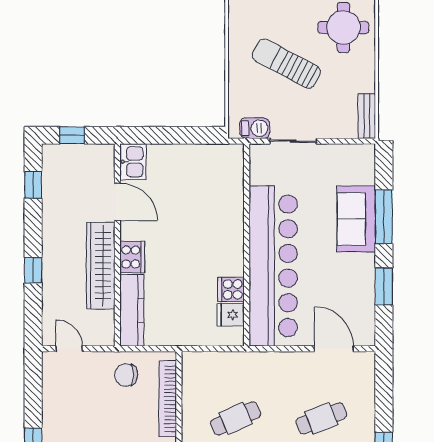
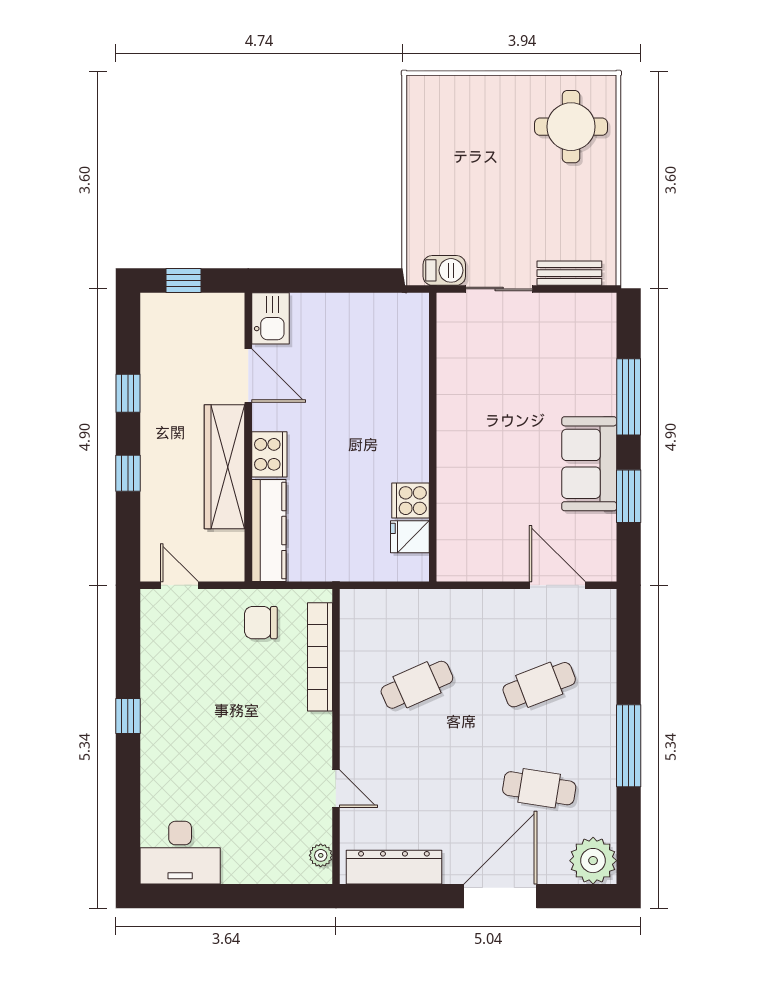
sun lounger: (286, 64) -> (490, 178), removed
bench: (367, 116) -> (569, 273), moved, turned 90
window: (33, 185) -> (128, 393), moved
sofa: (356, 219) -> (589, 464), moved
bar counter: (273, 266) -> (471, 467), removed

